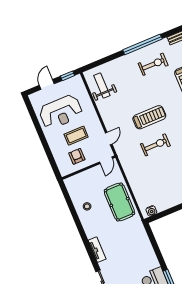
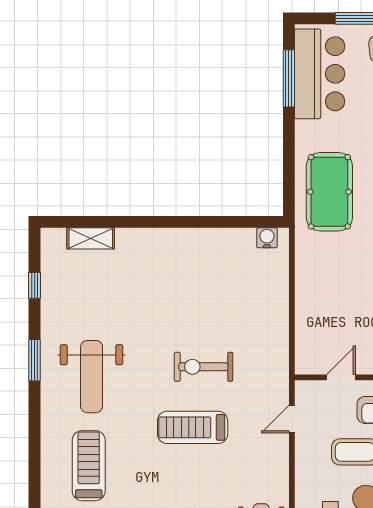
door: (106, 160) -> (341, 377), moved
pool table: (119, 202) -> (329, 192), moved

